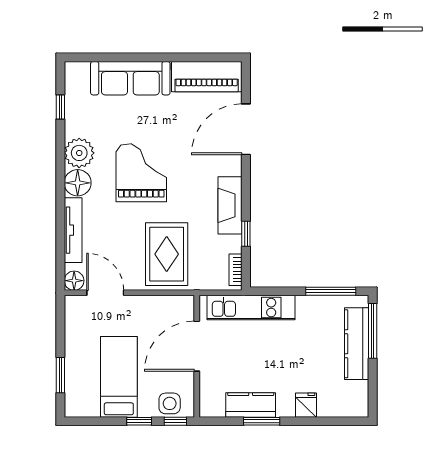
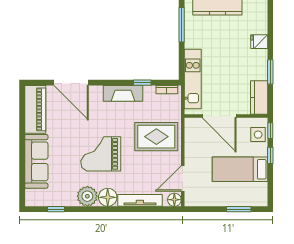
kitchen counter: (251, 405) -> (259, 98), moved

